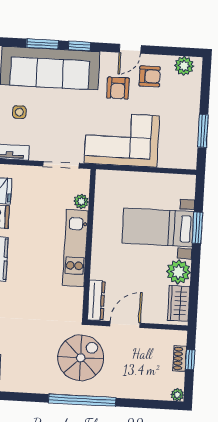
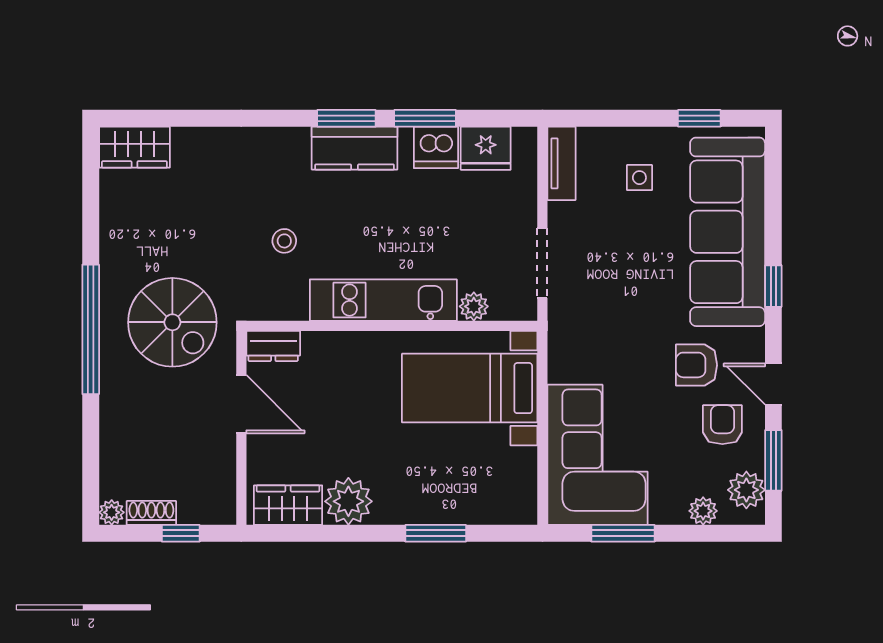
window: (42, 44) -> (773, 460), moved
armchair: (150, 76) -> (722, 425), turned 180
plant: (194, 89) -> (703, 511), added
corner sofa: (122, 140) -> (598, 455), moved
bed with nightstands: (158, 227) -> (470, 388), moved, turned -90
stool: (42, 298) -> (284, 241), added
dresser: (96, 300) -> (273, 346), width x0.70
shoe rack: (180, 359) -> (151, 513), moved

